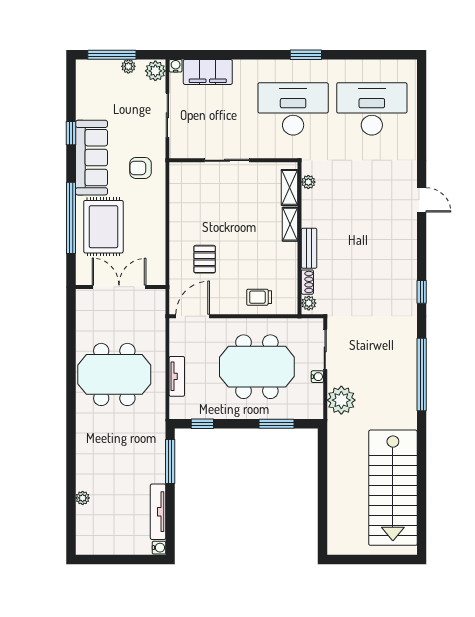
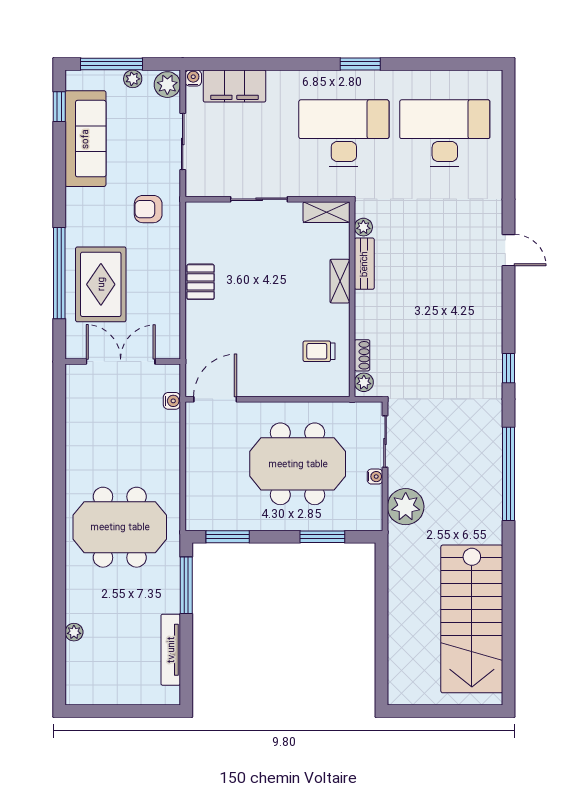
window: (71, 133) -> (59, 107), moved
sofa: (91, 158) -> (85, 139), moved
shelving: (290, 187) -> (326, 212), moved, turned 90
bench: (309, 248) -> (364, 264), moved
pallet: (205, 259) -> (201, 282), moved
trolley: (259, 297) -> (319, 351), moved
meeting table: (114, 374) -> (120, 527), moved
tv unit: (177, 376) -> (195, 476), removed
window: (202, 424) -> (228, 537), width x1.50
water cooler: (159, 548) -> (172, 401), moved

